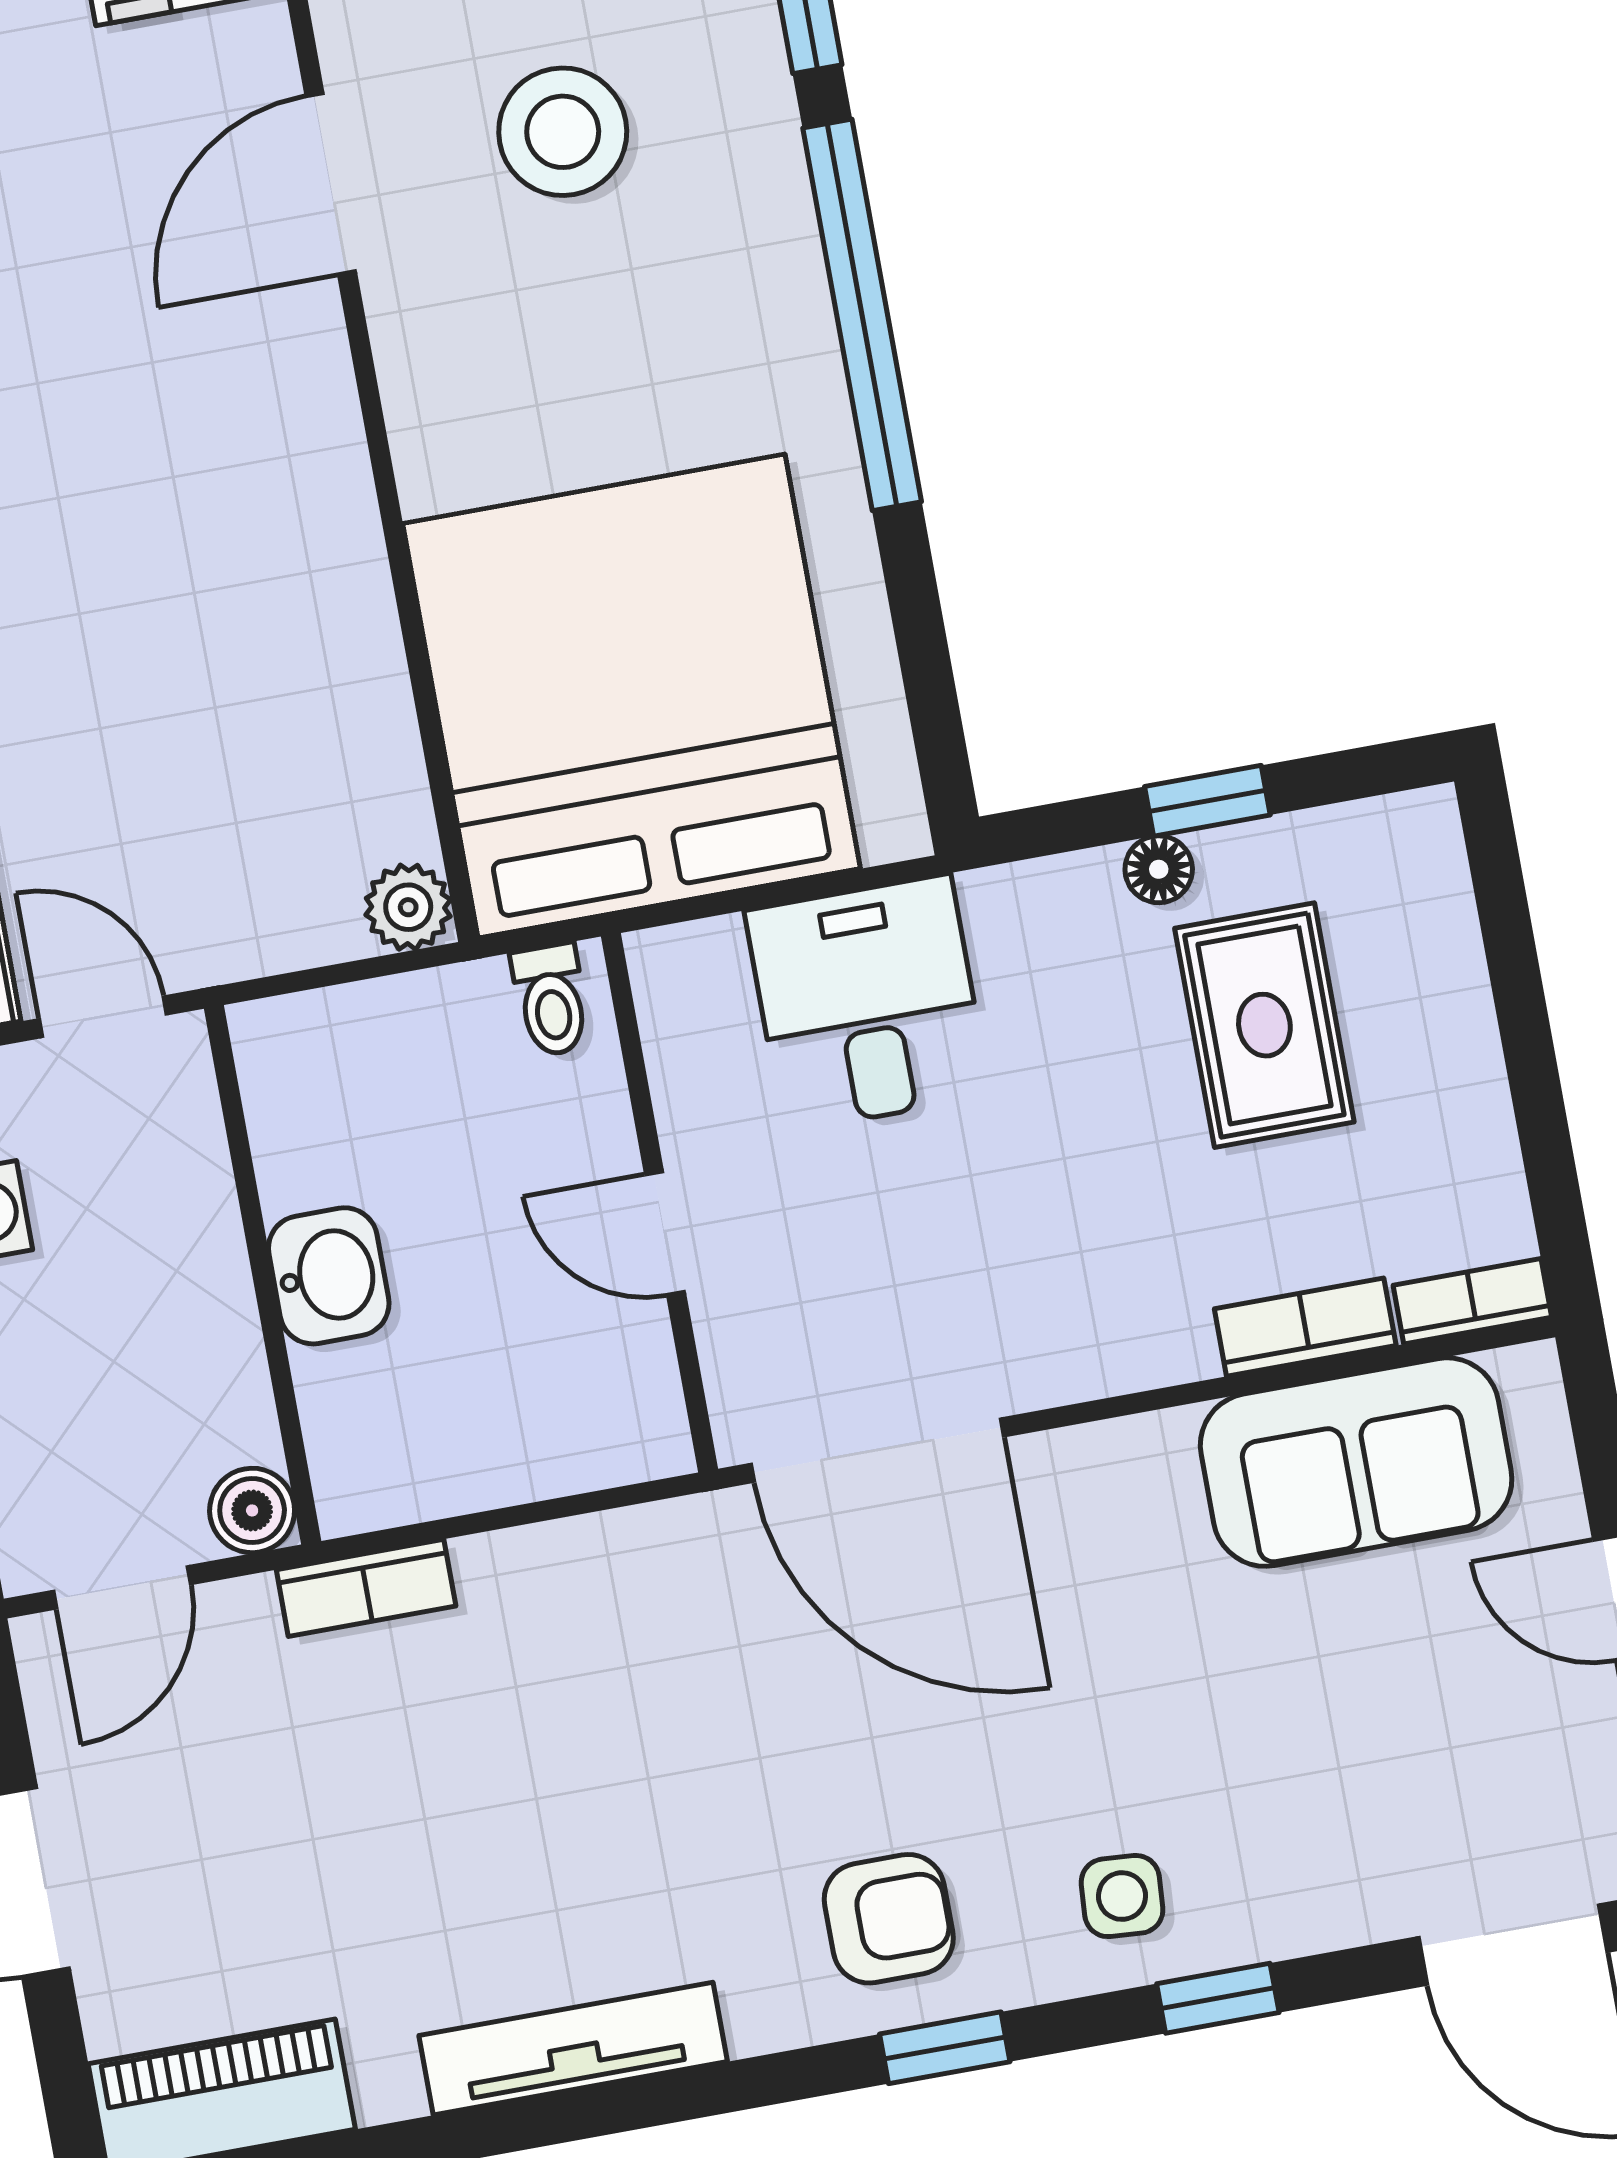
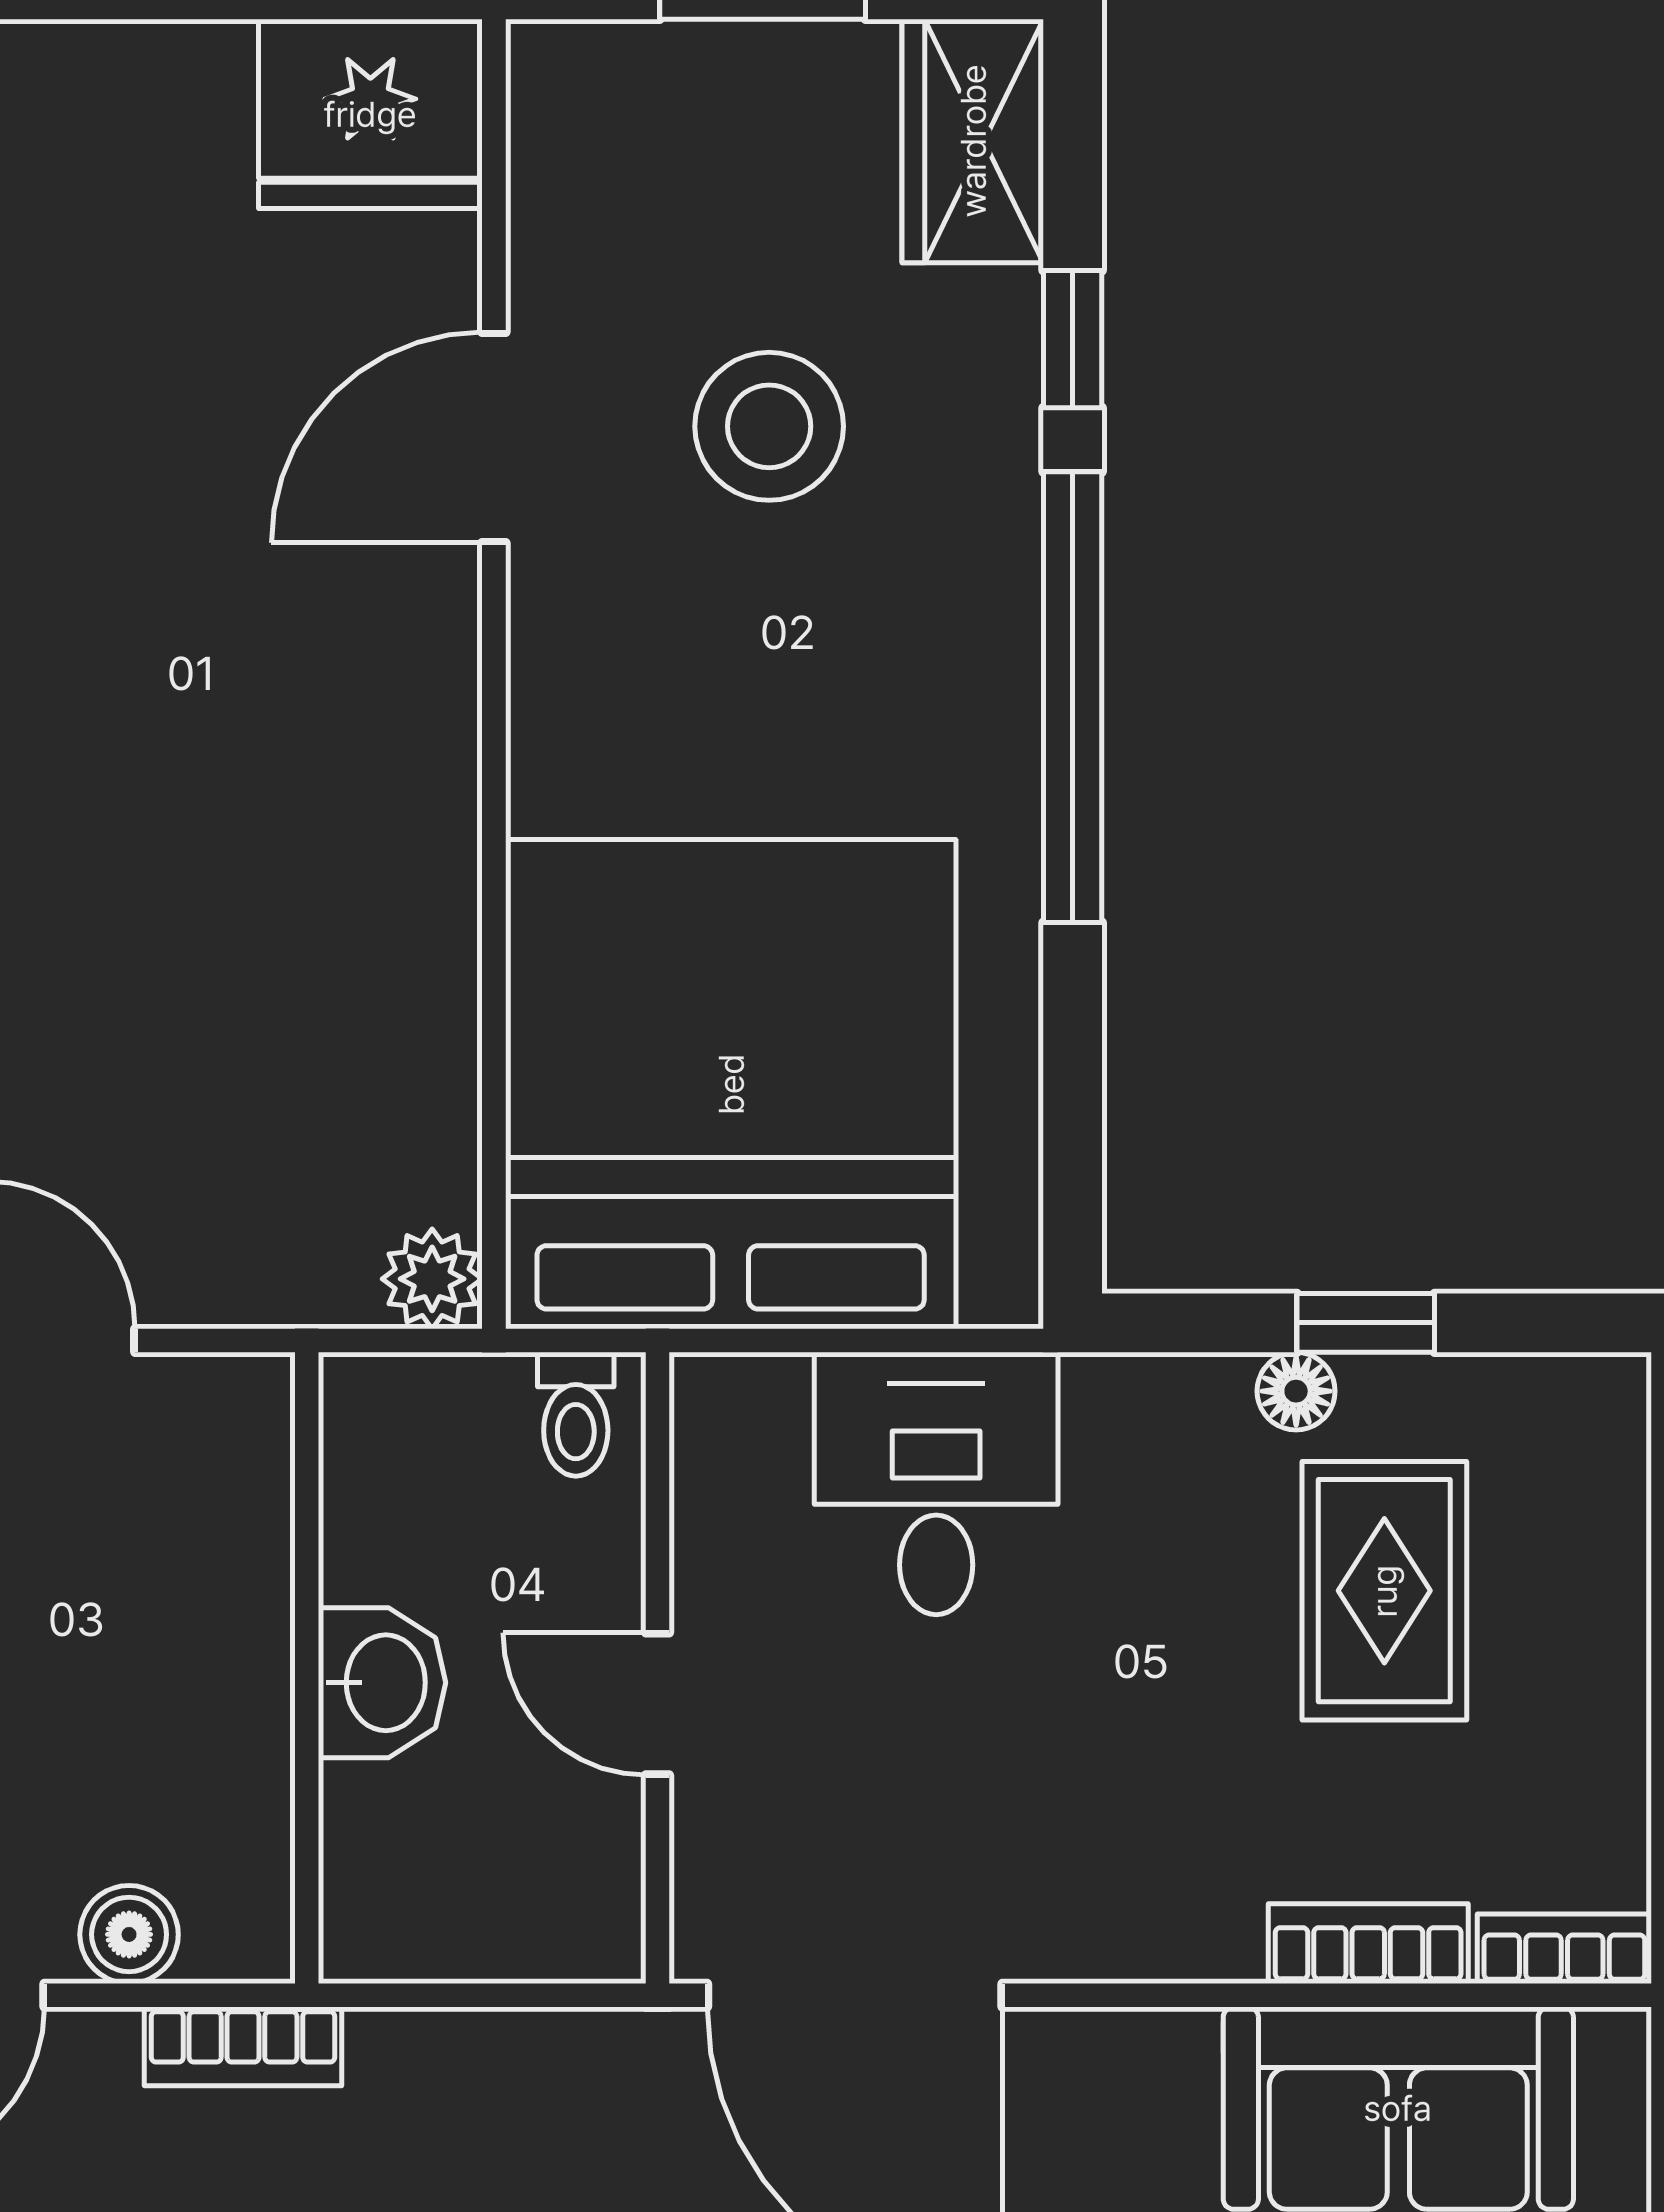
wall: (263, 1275) -> (307, 1668), moved
washbasin: (329, 1276) -> (382, 1683), moved

